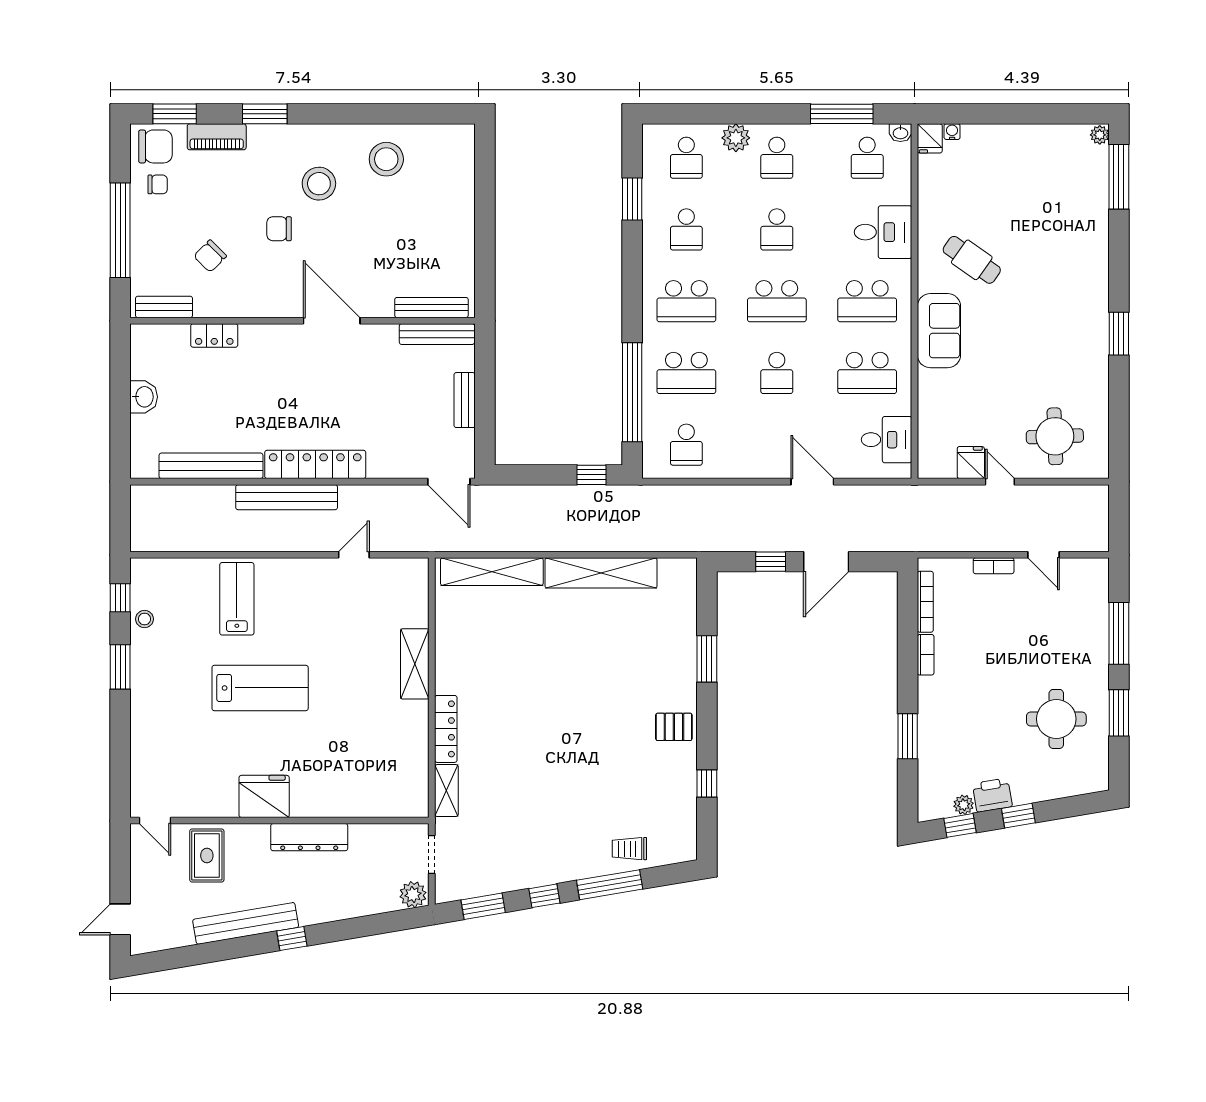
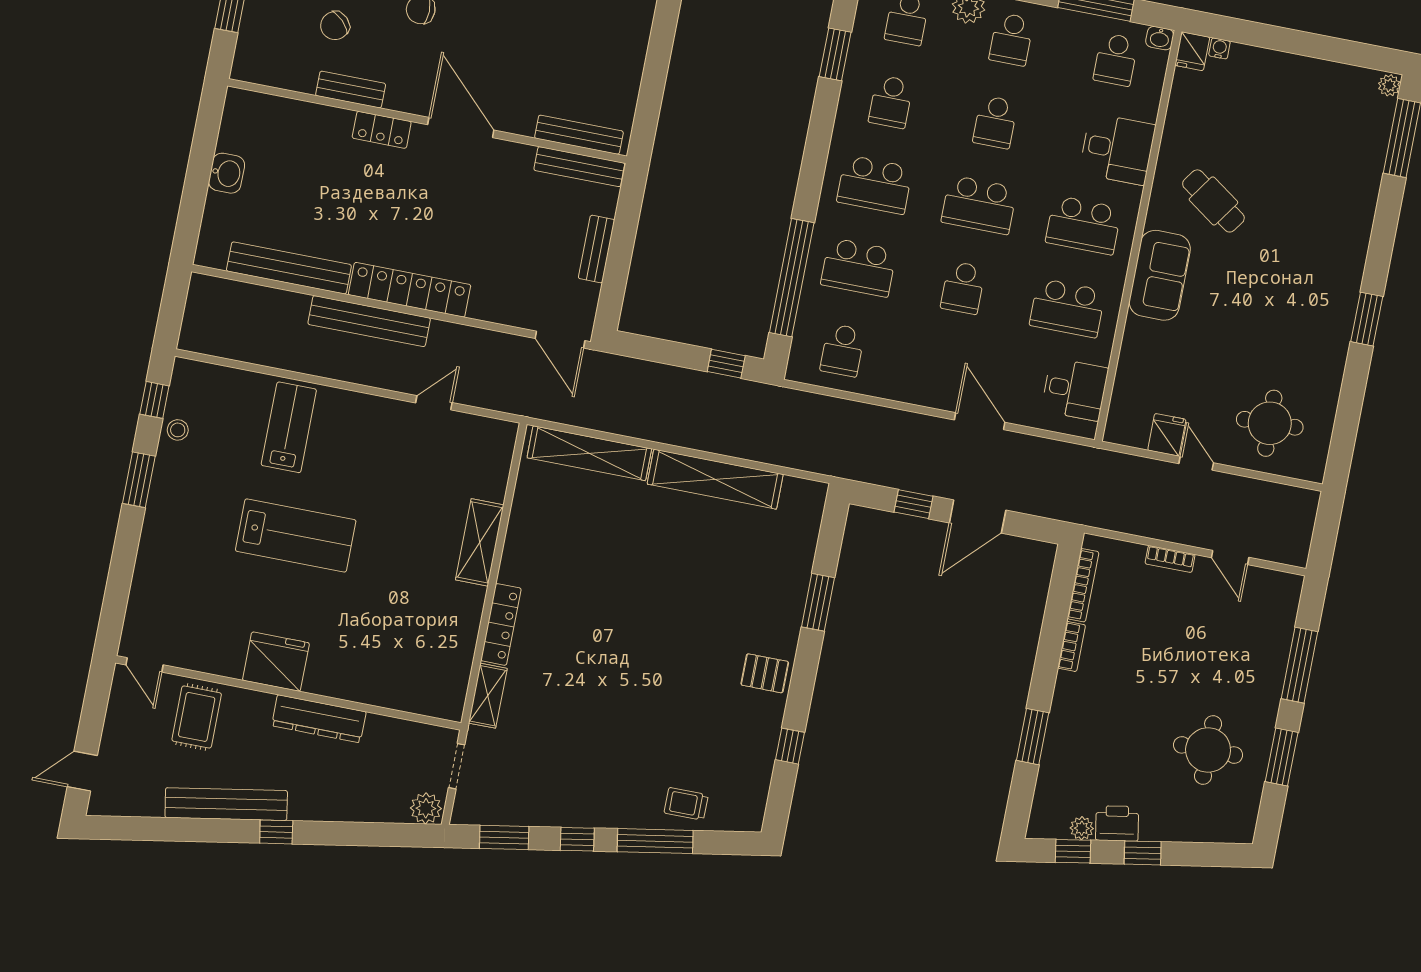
bench: (164, 307) -> (351, 90), moved
locker: (214, 335) -> (382, 130), moved

